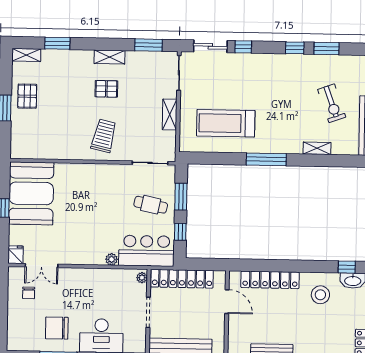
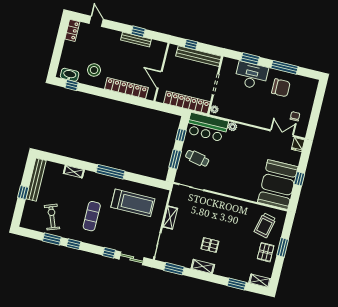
exercise mat: (278, 92) -> (92, 216), added
exercise bike: (332, 103) -> (52, 217), moved
trolley: (104, 136) -> (265, 225), moved

